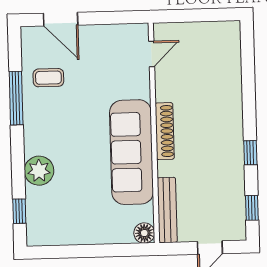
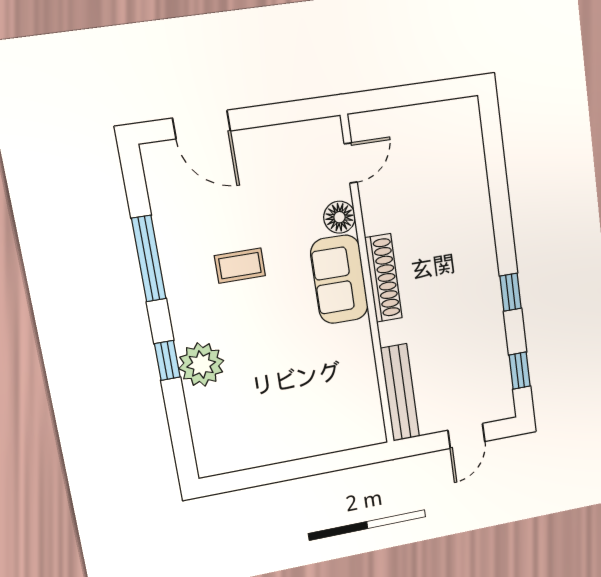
coffee table: (48, 78) -> (240, 266), moved
sofa: (132, 152) -> (339, 279), width x0.54, depth x0.79
window: (19, 211) -> (167, 360), moved
floor lamp: (144, 233) -> (339, 217), moved

